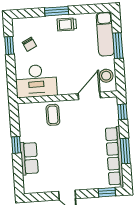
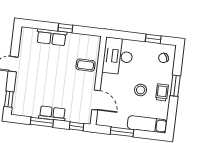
chair: (29, 44) -> (163, 58), moved
window: (118, 46) -> (122, 132), moved
stool: (106, 76) -> (141, 90), moved
row of seats: (114, 156) -> (52, 113), width x0.50

